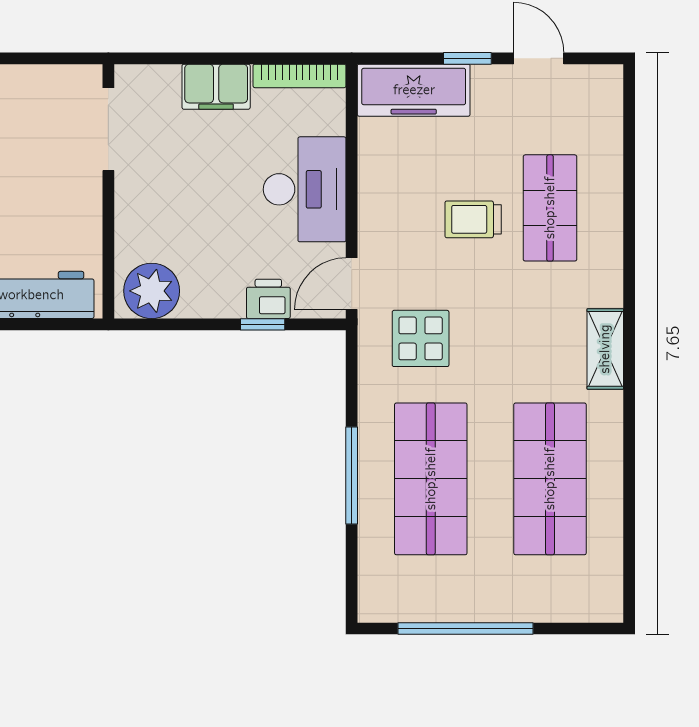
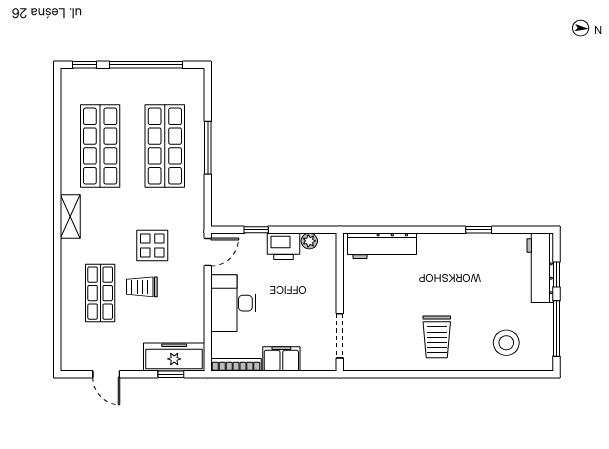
window: (467, 58) -> (171, 374), moved
trolley: (473, 219) -> (142, 287), turned 180
plant: (152, 291) -> (309, 241), width x0.53, depth x0.53
printer: (268, 299) -> (283, 246), moved, width x1.36, depth x1.24
display table: (421, 338) -> (152, 245), moved
window: (579, 628) -> (84, 65), added

